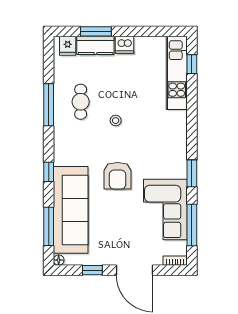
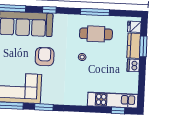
cafe table: (81, 102) -> (96, 34), width x1.37, depth x1.35
armchair: (118, 176) -> (45, 57), turned 90

